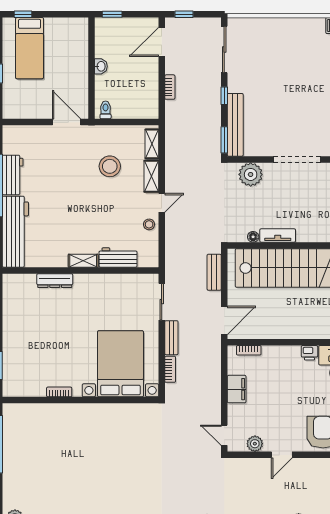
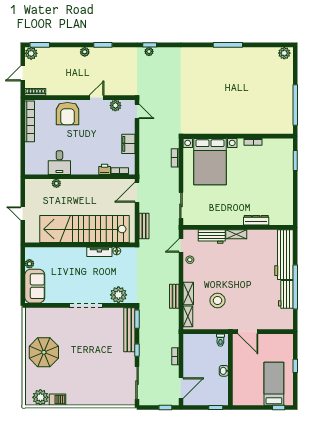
door: (162, 203) -> (181, 245), moved
bench: (171, 338) -> (174, 296), moved
printer: (309, 353) -> (105, 169), moved

